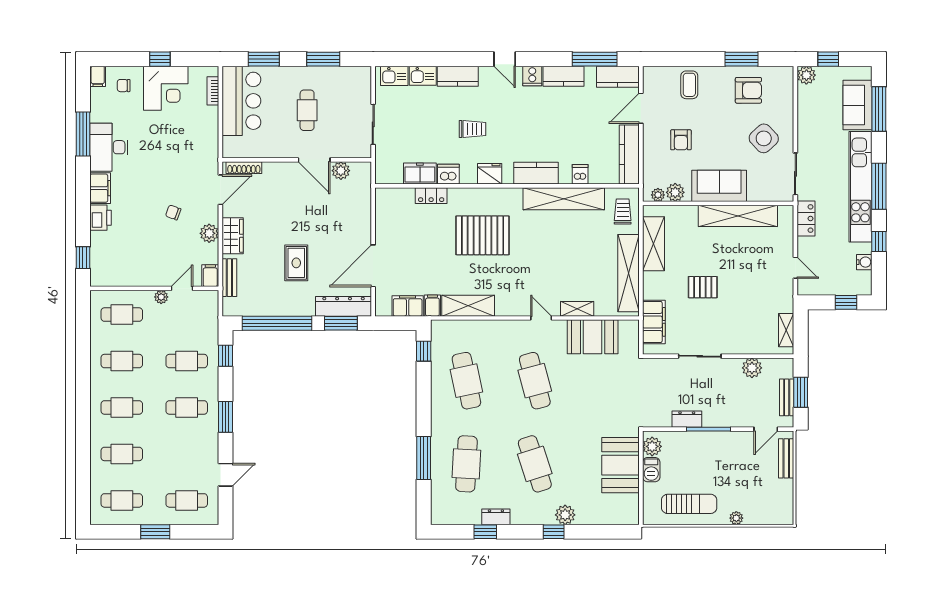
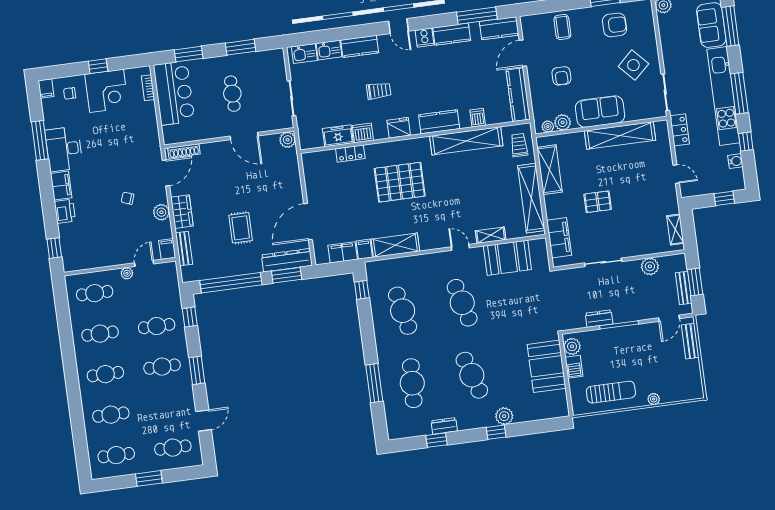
plant: (341, 171) -> (288, 140), moved

